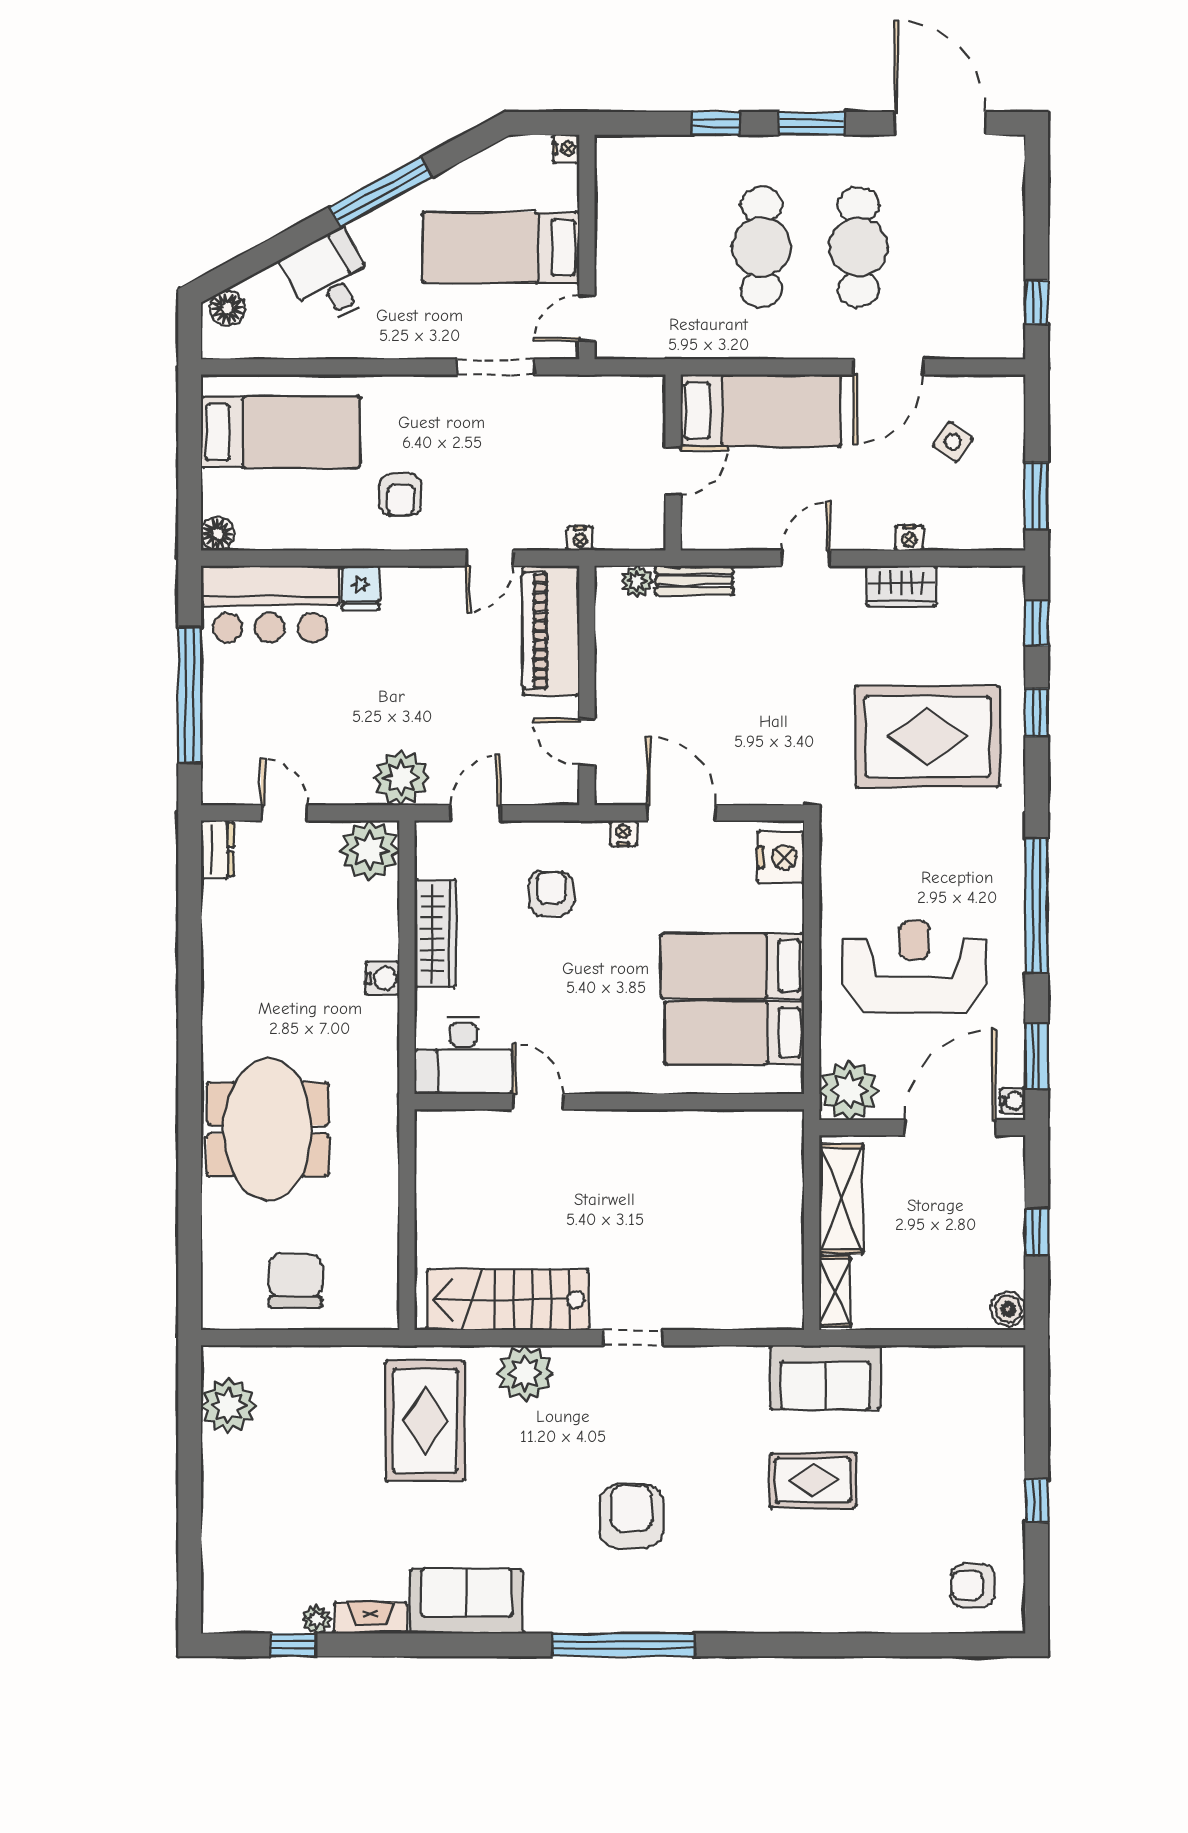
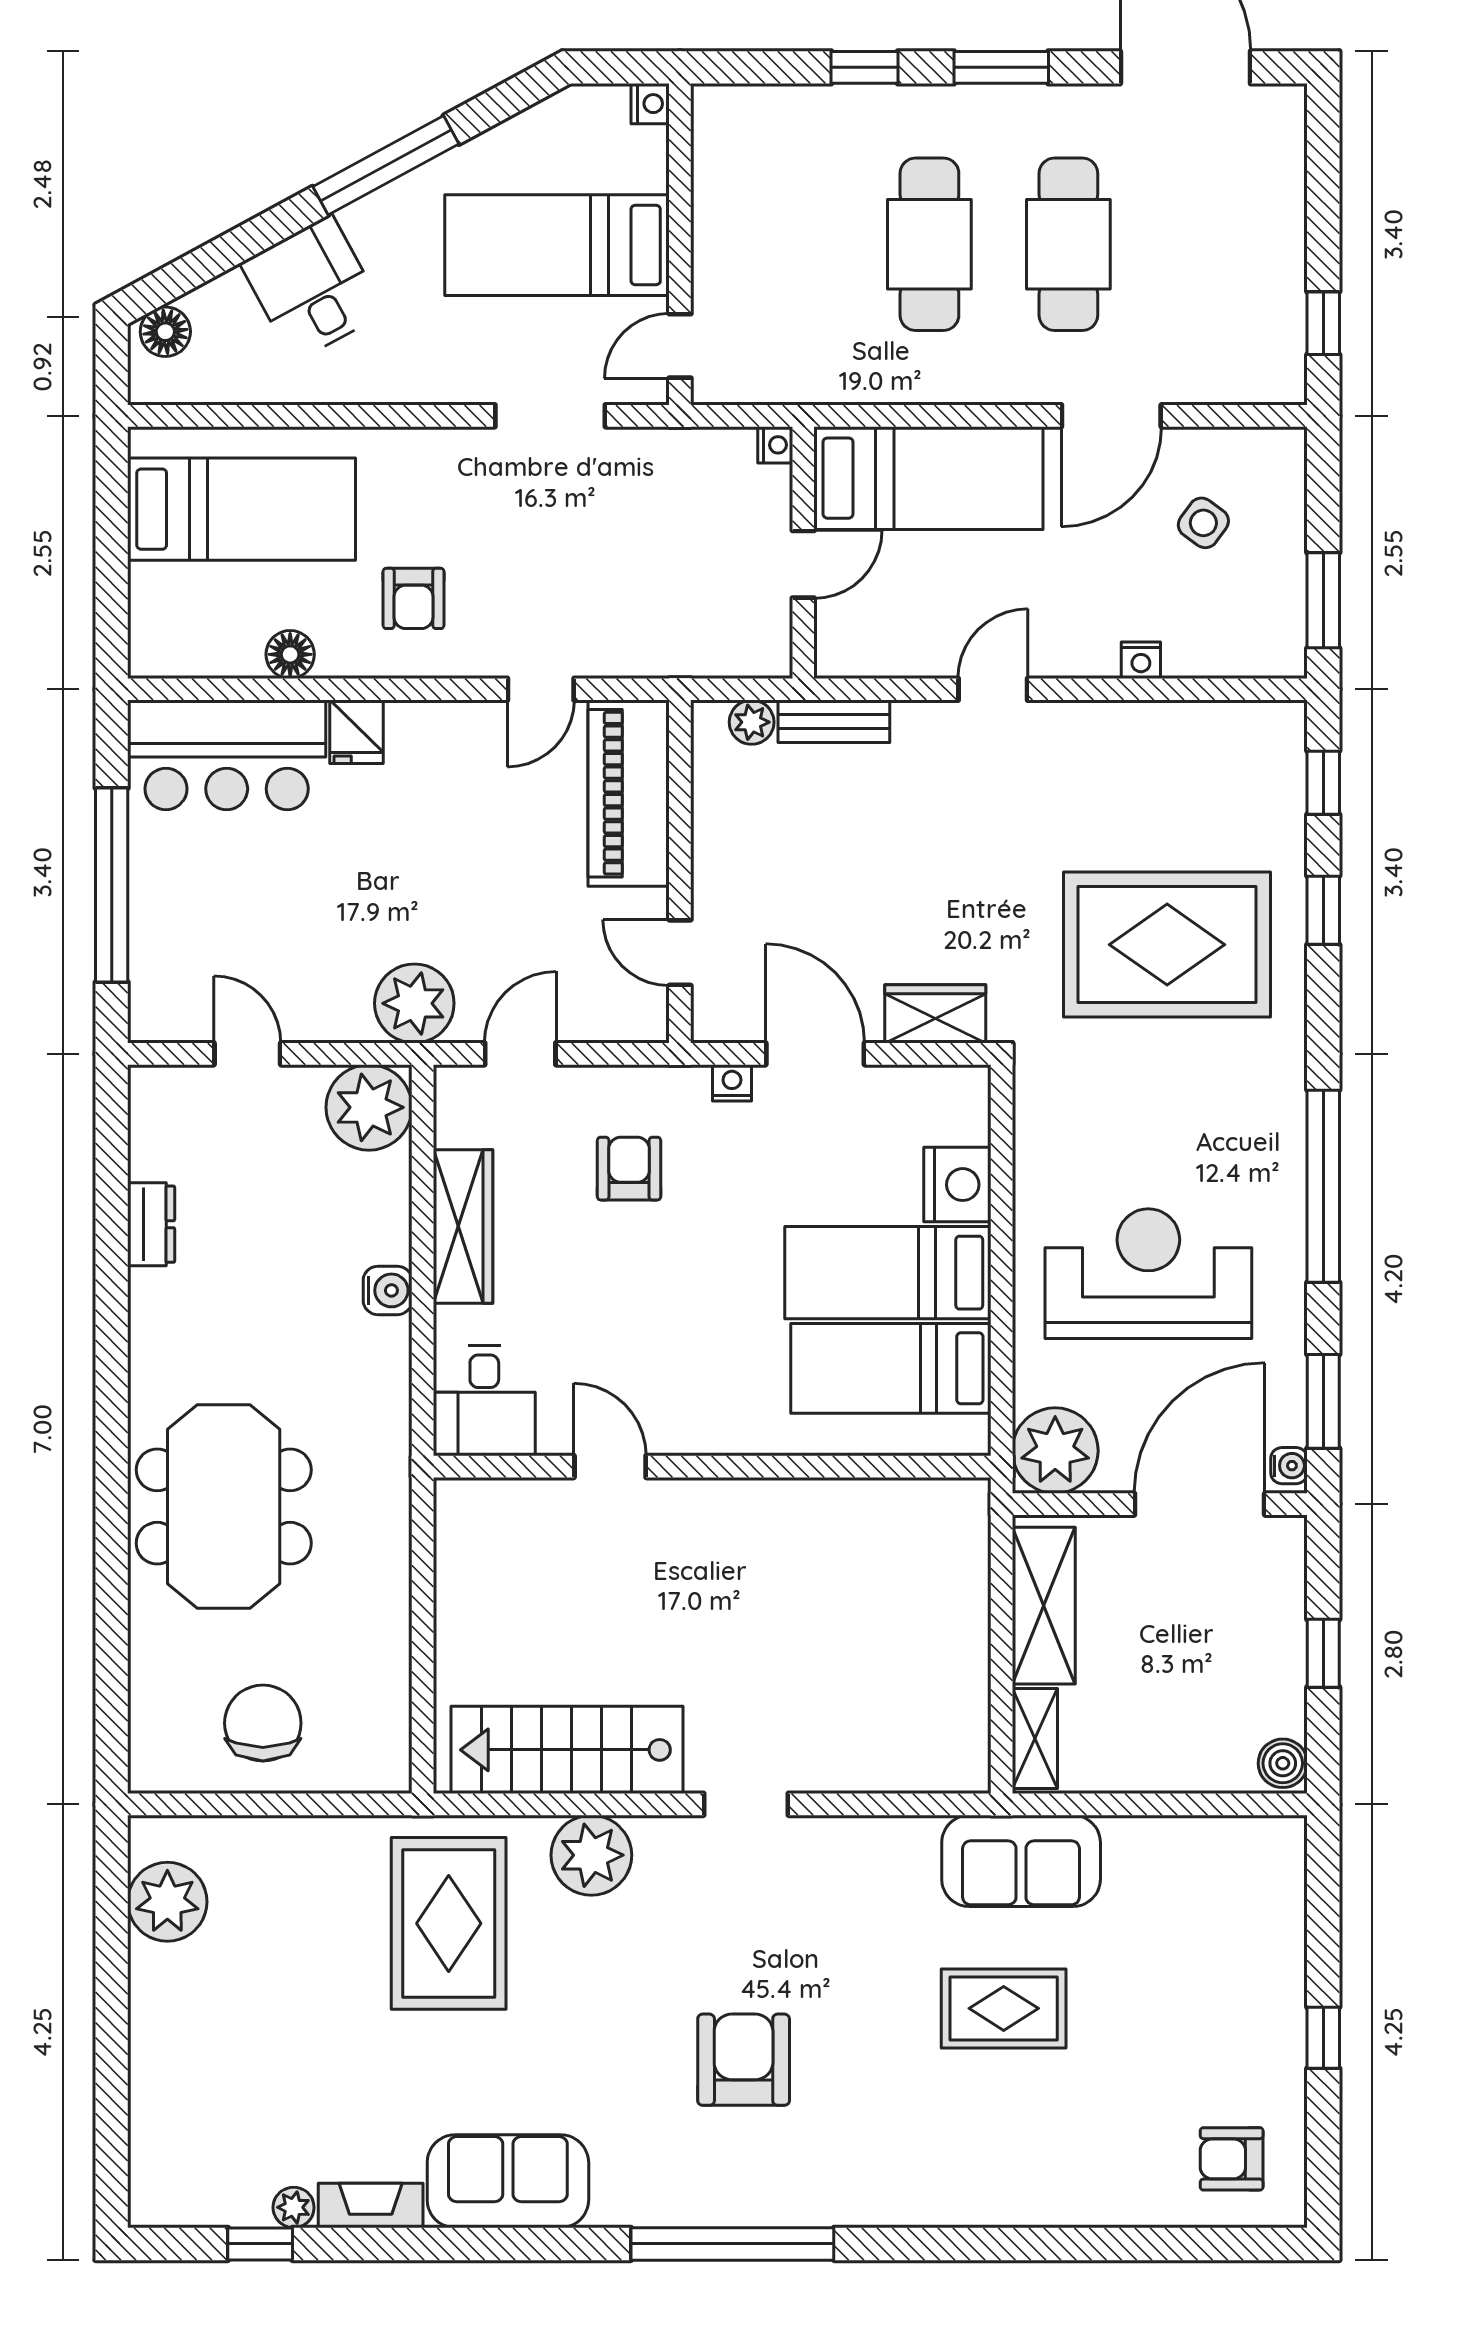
floor lamp: (218, 534) -> (290, 654), moved
nightstand: (580, 538) -> (775, 445), moved, turned -90
wardrobe: (901, 586) -> (935, 1014), moved, turned 180
dresser: (217, 849) -> (151, 1224), moved
nightstand: (781, 857) -> (957, 1185), moved
desk: (463, 1056) -> (484, 1401), width x0.73

